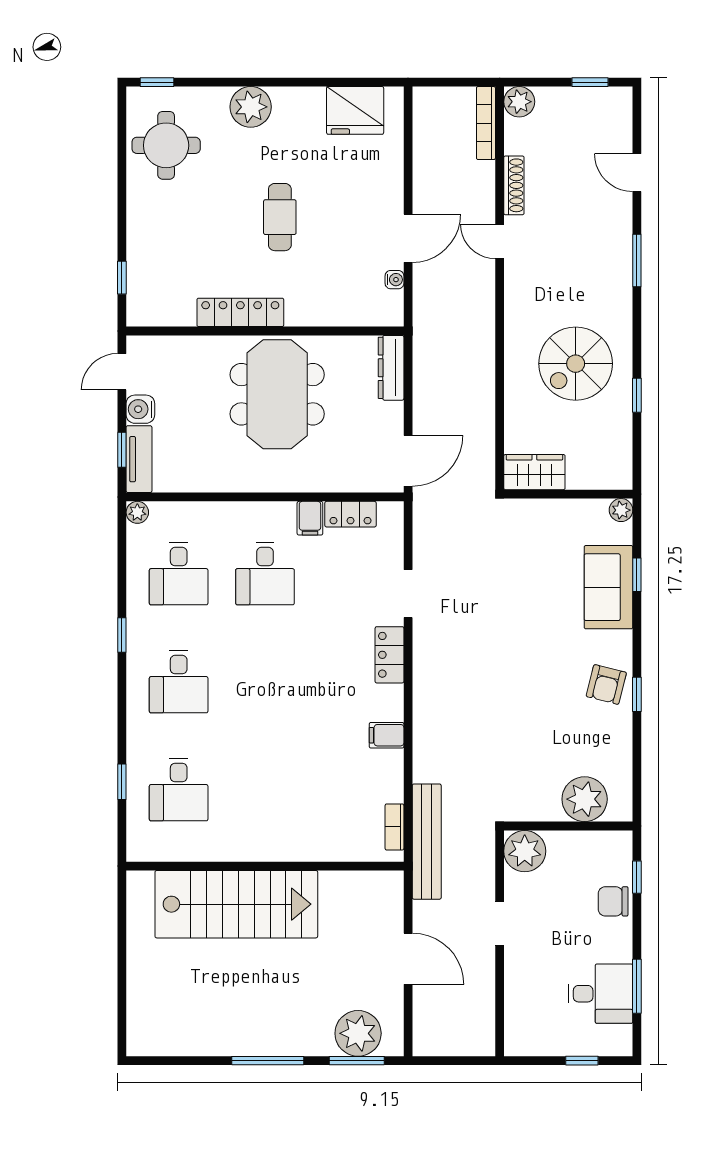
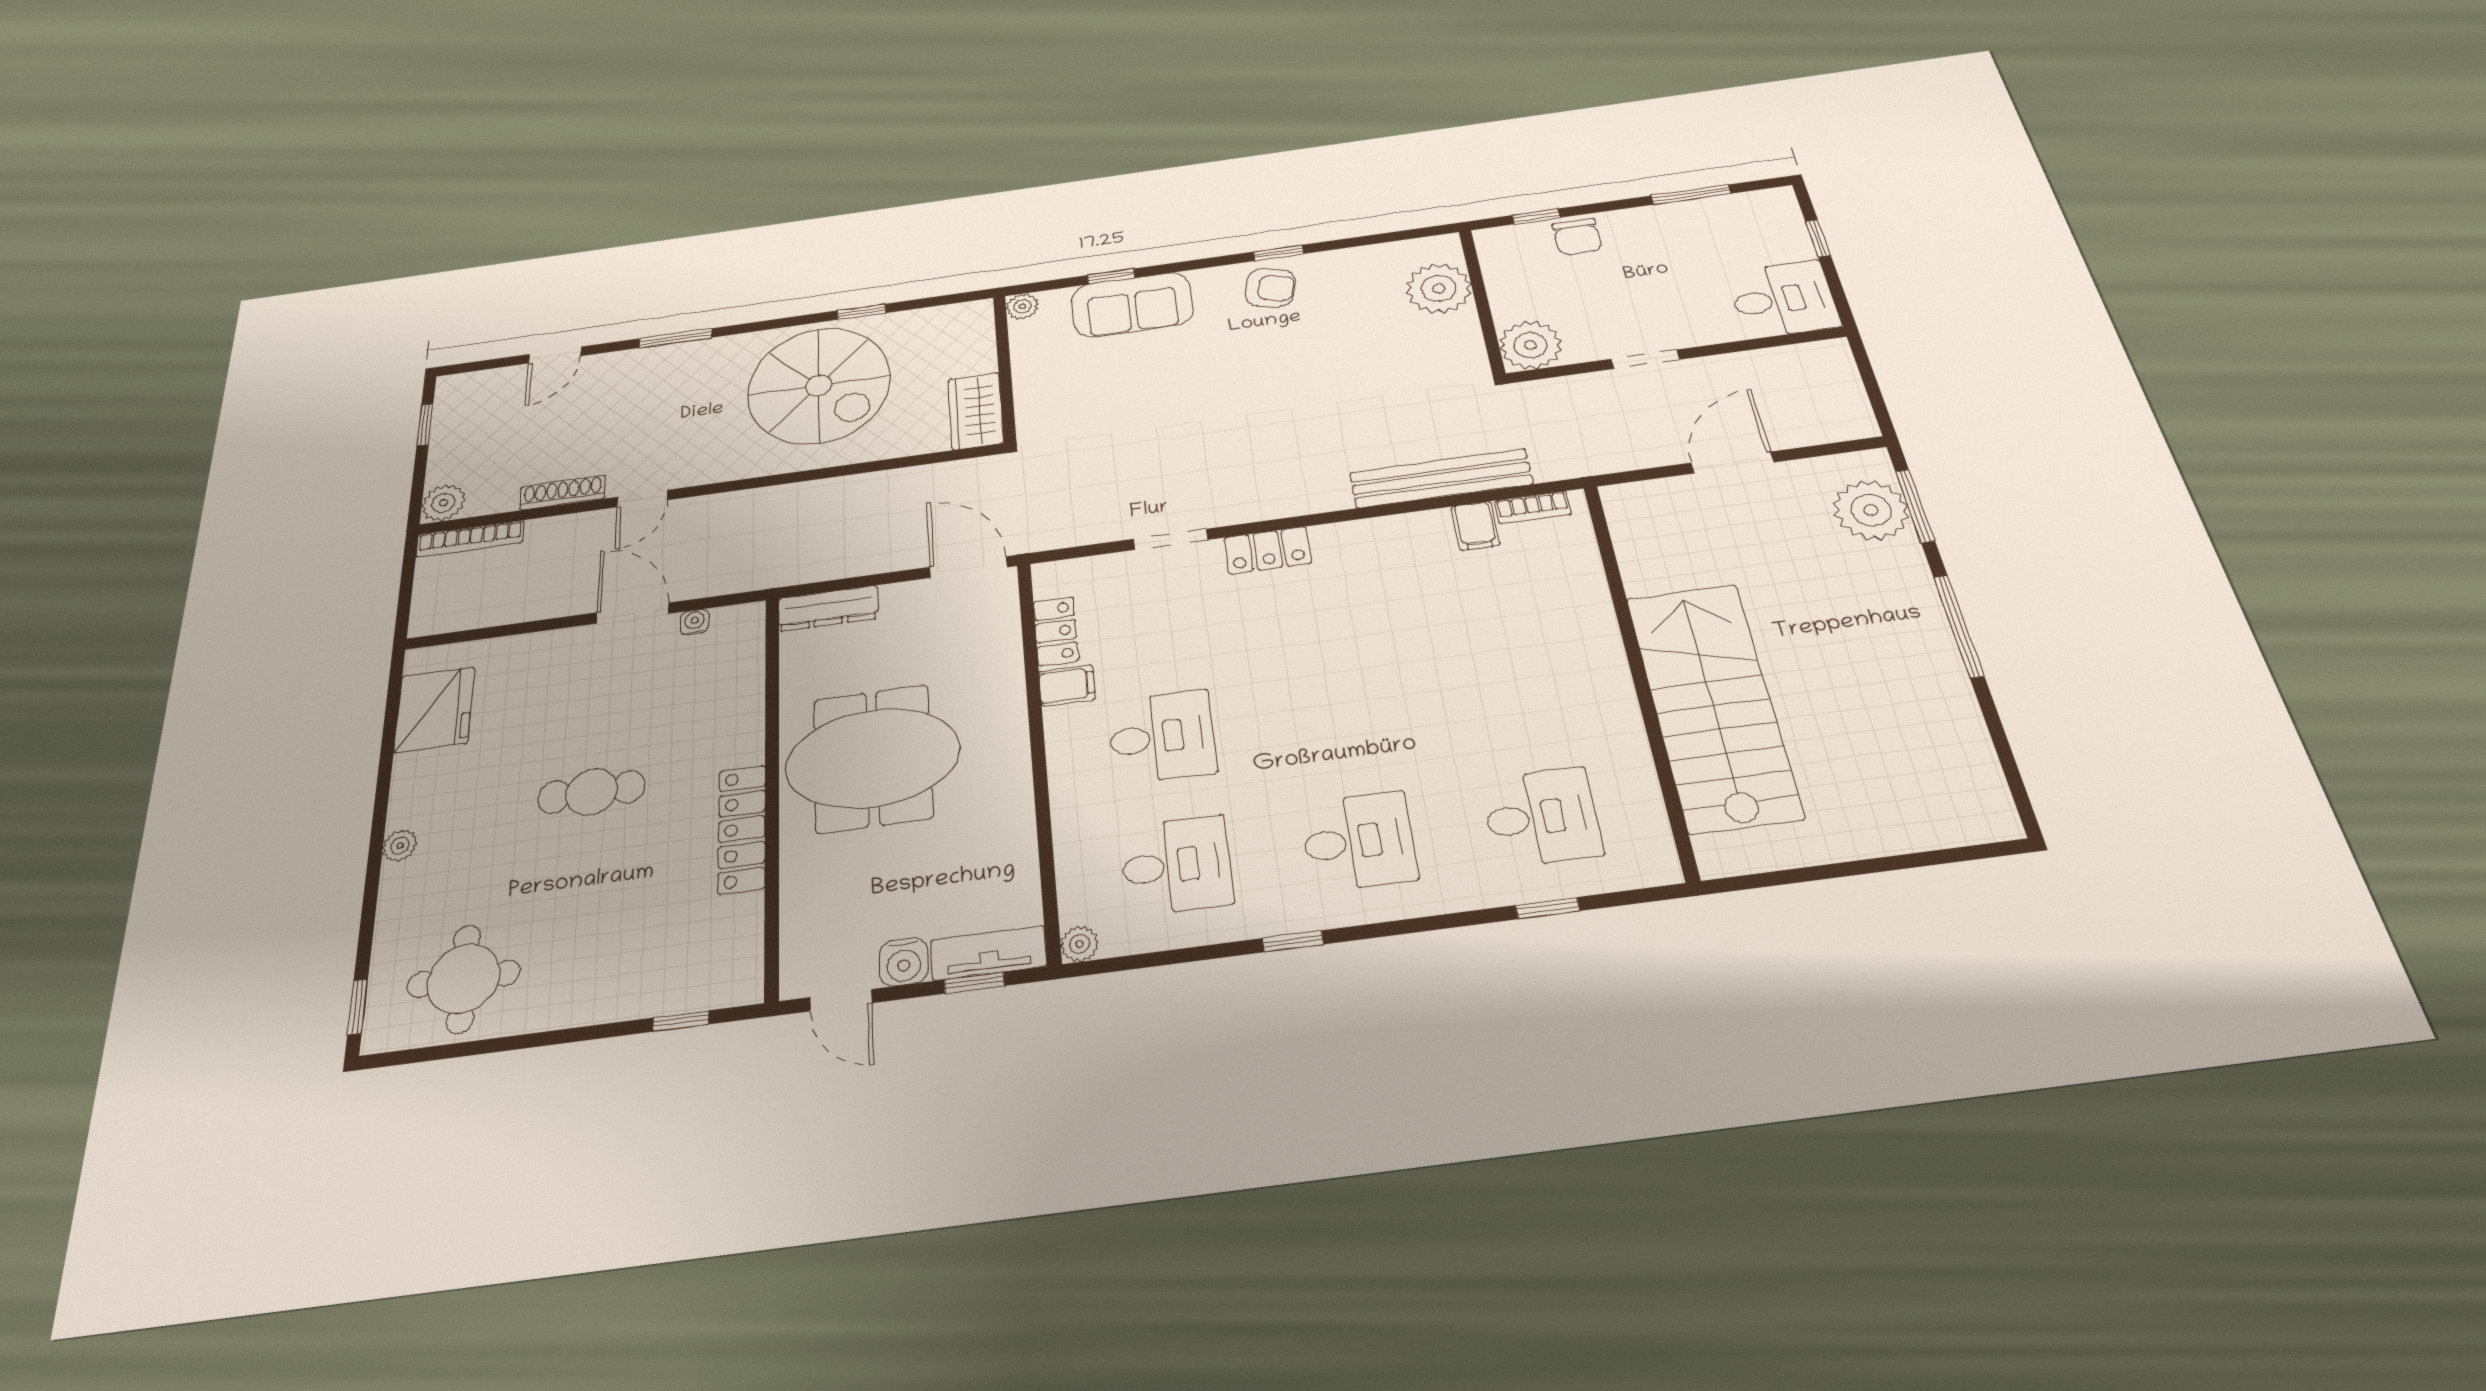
plant: (251, 107) -> (400, 846), width x0.53, depth x0.53
spiral stairs: (576, 364) -> (819, 386), width x1.37, depth x1.37
filing cabinet: (387, 735) -> (1475, 526), moved
bench: (427, 842) -> (1441, 478), moved
desk: (600, 994) -> (1783, 299), moved, turned 90

